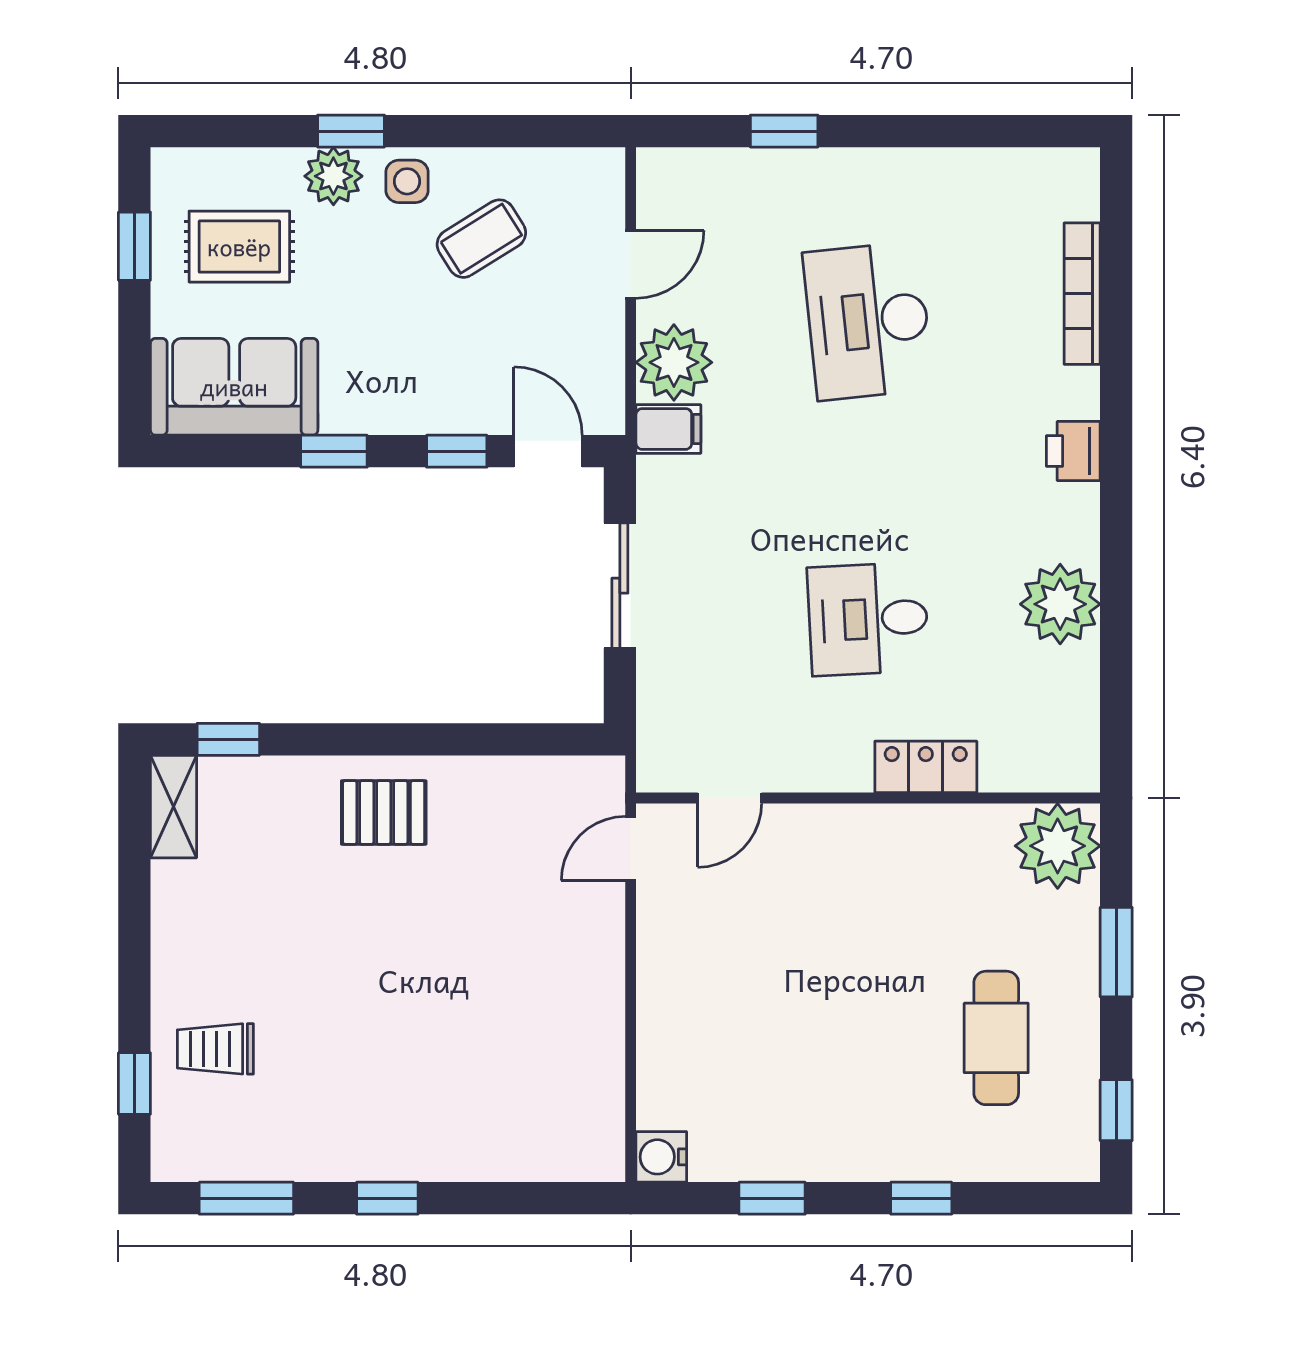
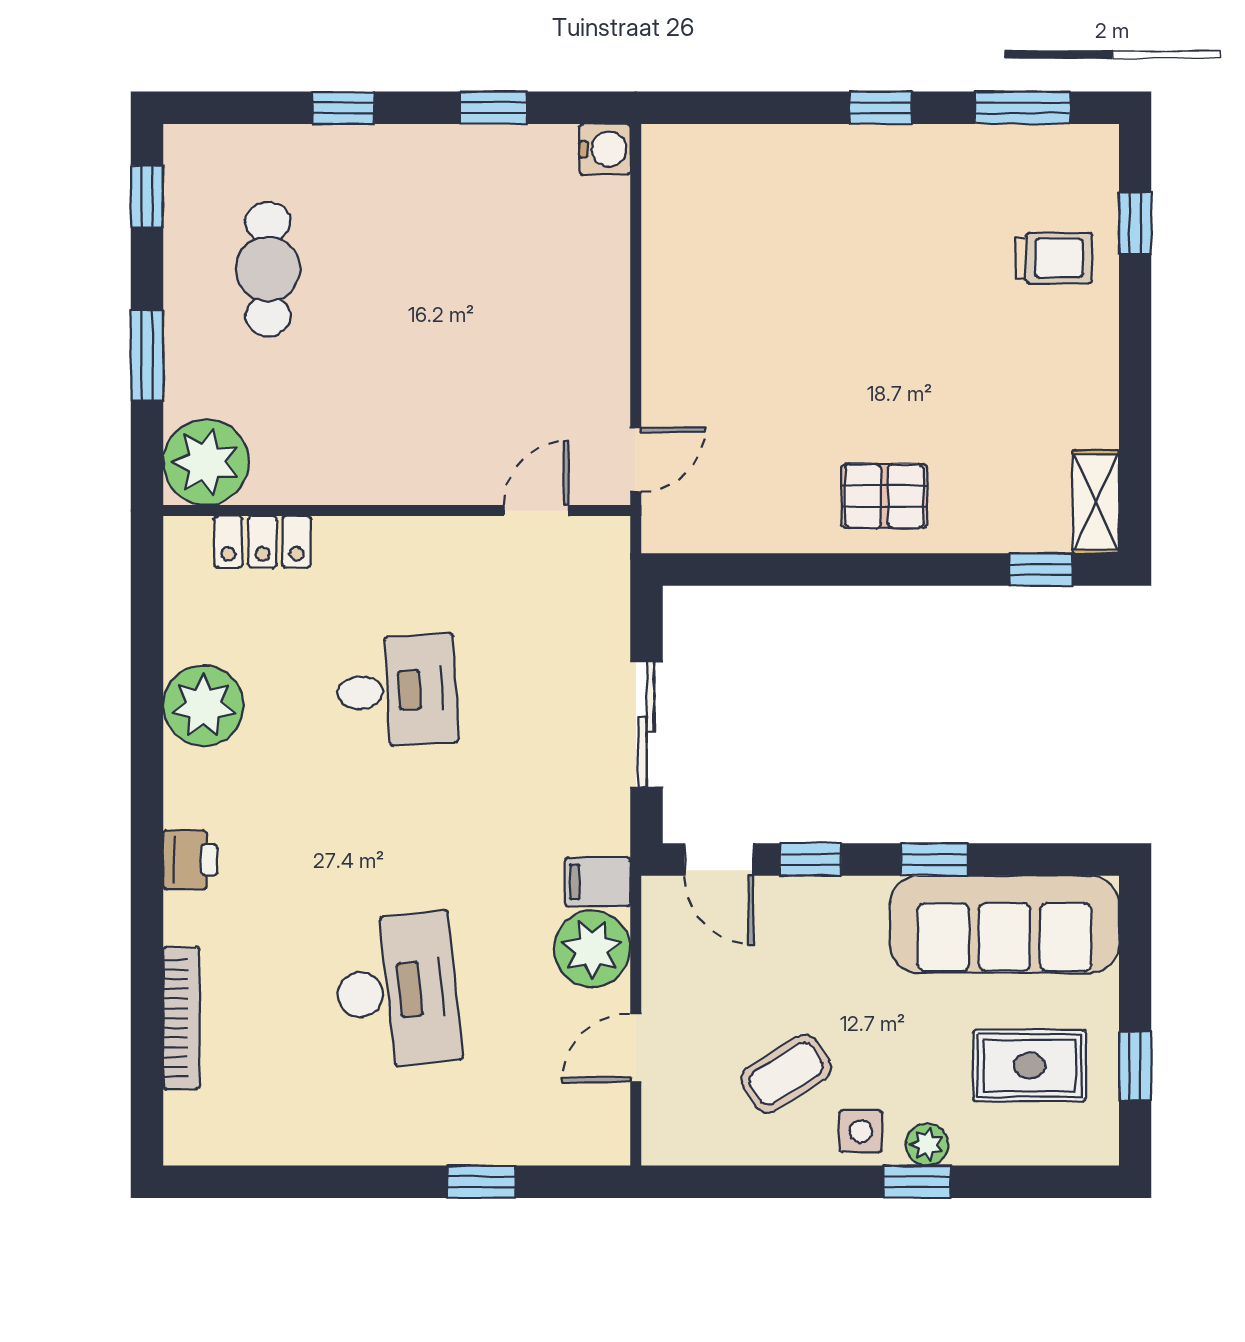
plant: (333, 176) -> (927, 1144), width x0.73, depth x0.73
sofa: (234, 387) -> (1004, 924), width x1.36
locker: (926, 767) -> (262, 542), moved

